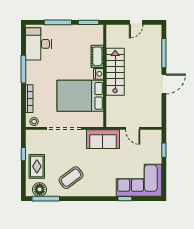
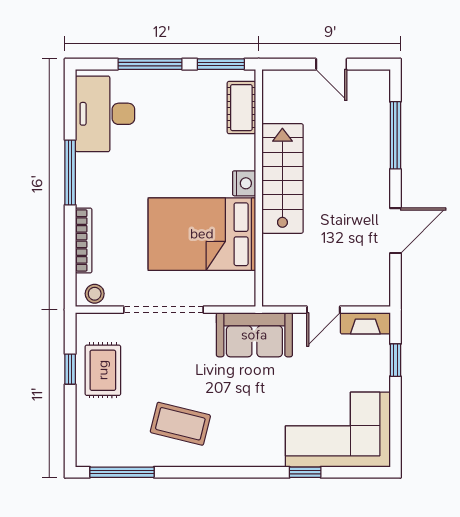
door: (136, 22) -> (331, 64), hinge flipped
cot: (97, 56) -> (241, 108), moved
door: (164, 84) -> (395, 231), moved
door: (133, 128) -> (323, 310), hinge flipped
fireplace: (151, 134) -> (365, 323), added
rug: (37, 166) -> (103, 370), moved
coffee table: (71, 178) -> (180, 424), turned 51
floor lamp: (40, 189) -> (107, 451), removed

